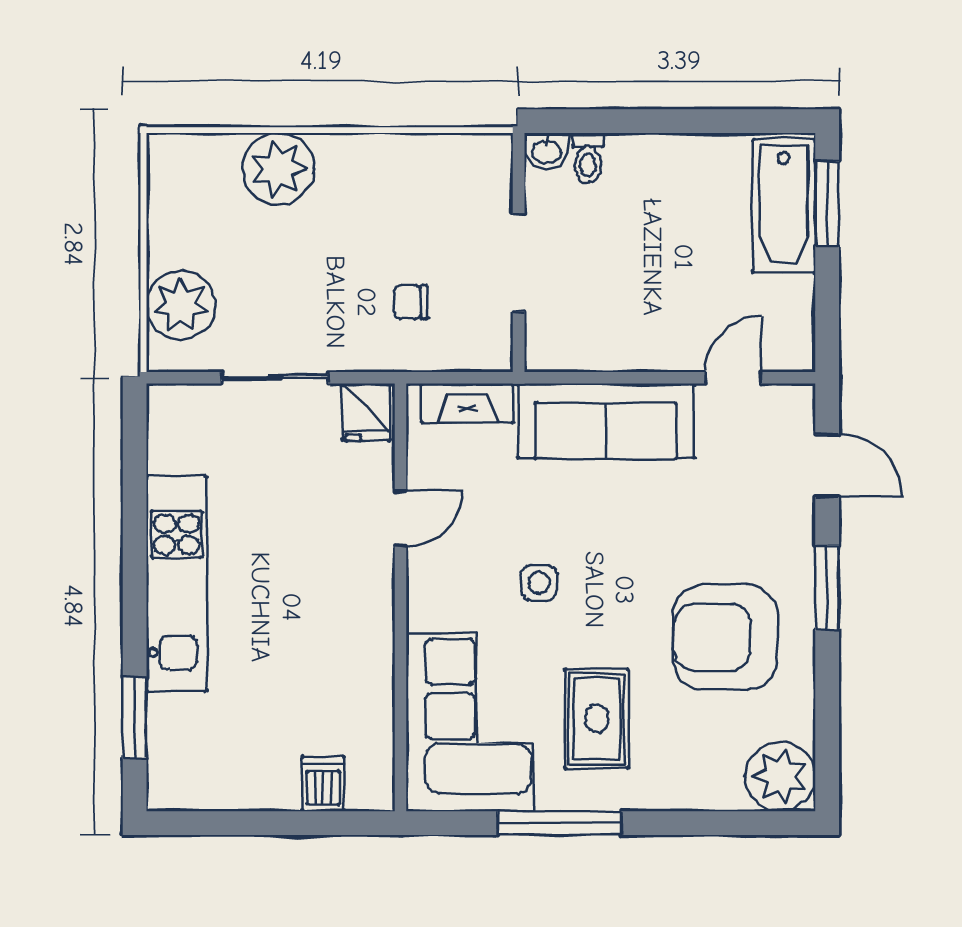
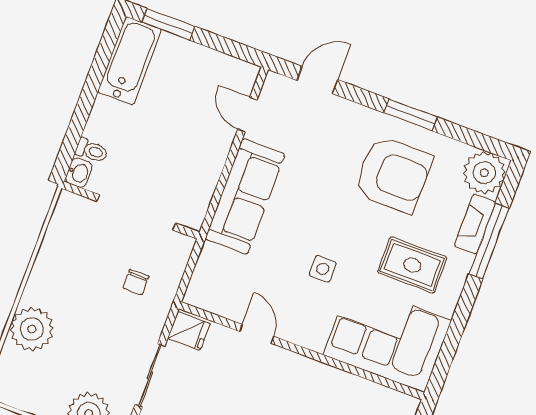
bathtub: (784, 206) -> (129, 61), moved, turned -90
doorway: (519, 262) -> (136, 212), width x1.36
fireplace: (467, 403) -> (475, 224), moved, turned 180
window: (827, 588) -> (410, 115), moved
armchair: (725, 637) -> (393, 175), turned -90
window: (560, 823) -> (489, 241), moved

